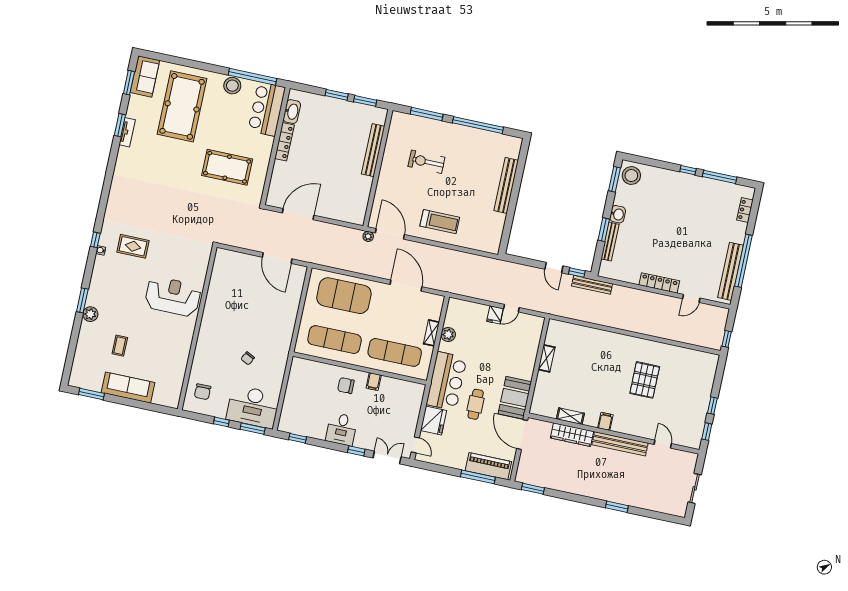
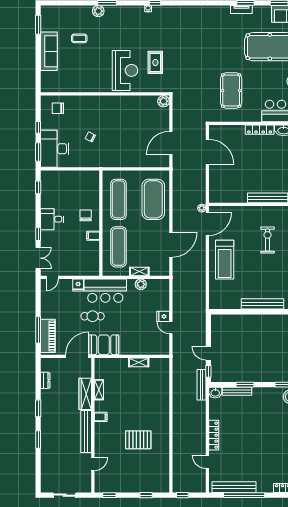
washbasin: (618, 214) -> (215, 393), moved
treadmill: (440, 222) -> (225, 260), width x1.37, depth x1.38
rug: (133, 246) -> (155, 62), moved
plant: (222, 256) -> (164, 101), added
door: (554, 268) -> (208, 353), hinge flipped
window: (712, 406) -> (146, 495), moved
fridge: (433, 420) -> (78, 285), width x0.53, depth x0.75
dresser: (544, 482) -> (45, 380), added
window: (533, 489) -> (38, 408), moved

